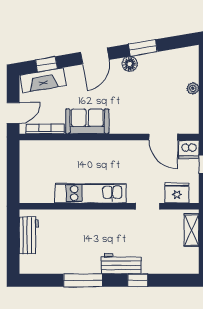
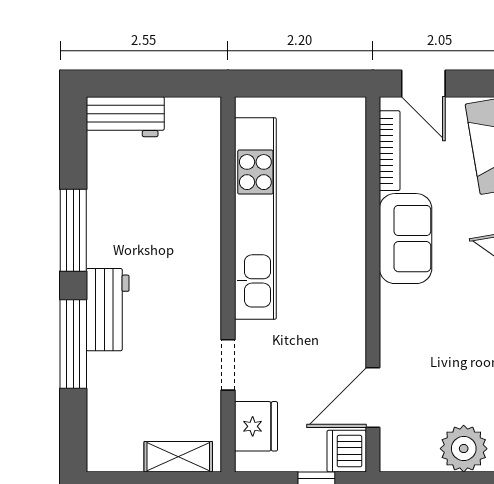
plant: (193, 88) -> (464, 449), width x1.87, depth x1.87
kitchen unit: (90, 193) -> (255, 218), width x1.36
workbench: (29, 235) -> (125, 117), moved
window: (138, 280) -> (73, 344), width x2.17

